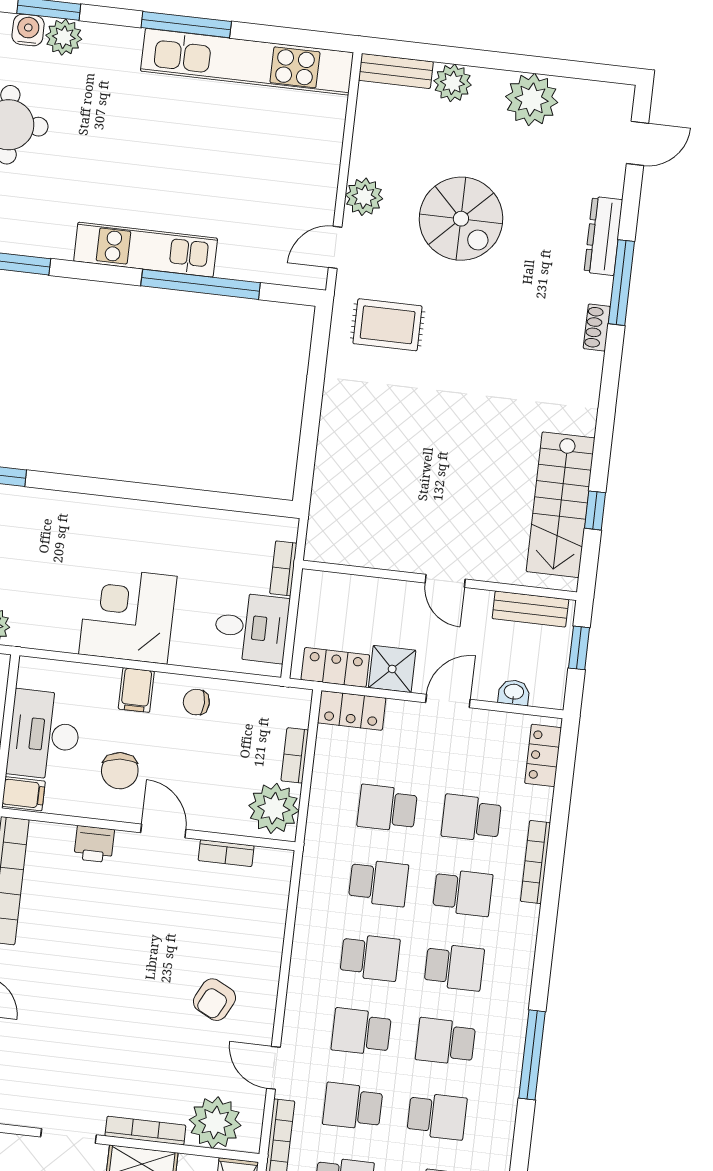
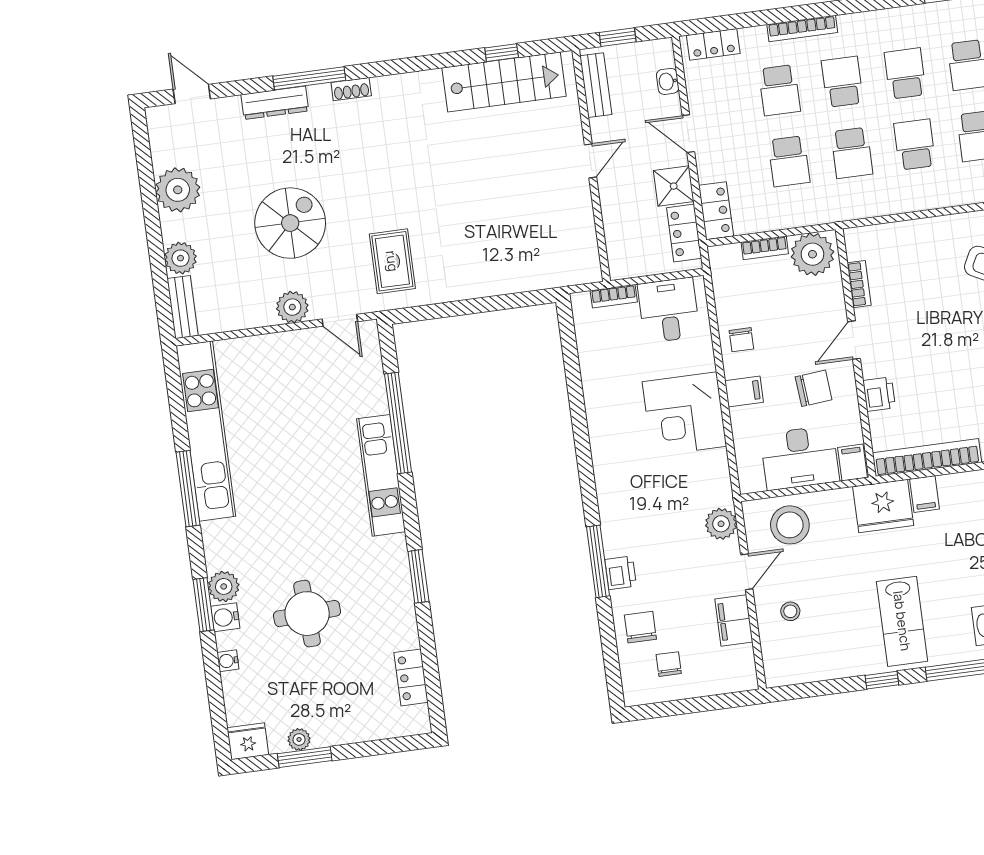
school desk: (379, 883) -> (852, 153), turned 180

